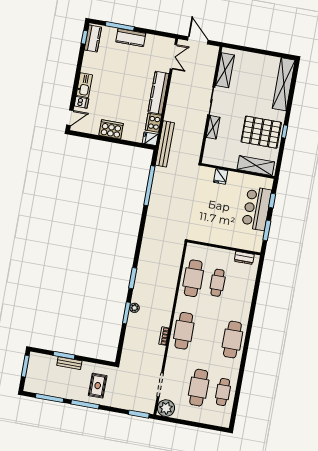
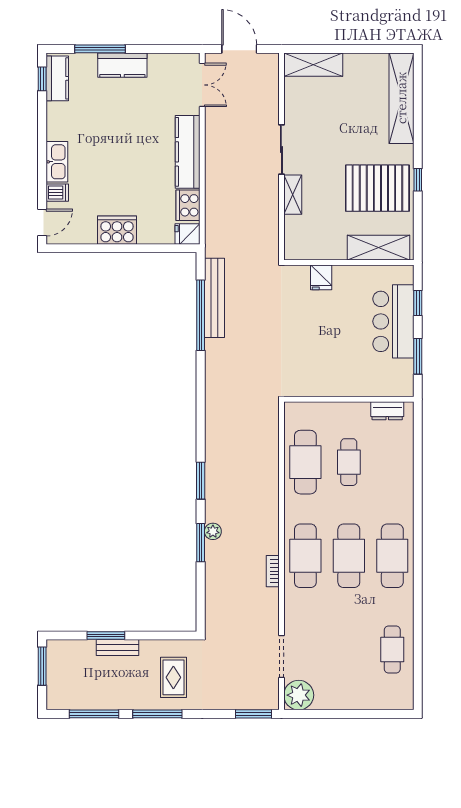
shelving: (225, 70) -> (313, 65), moved, turned 90
bench: (165, 144) -> (214, 298), moved
cafe table: (199, 388) -> (349, 556), moved

